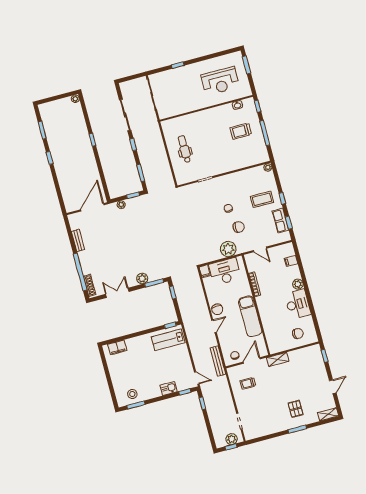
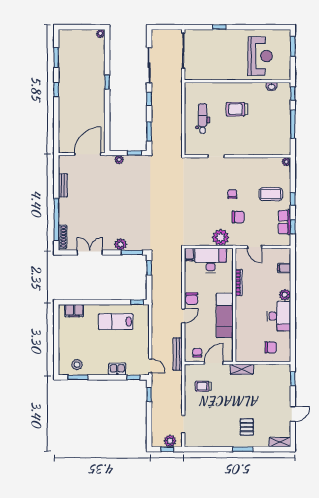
reception desk: (220, 81) -> (260, 56), turned -90
trolley: (241, 131) -> (237, 109), moved
lab bench: (168, 340) -> (116, 322), moved

